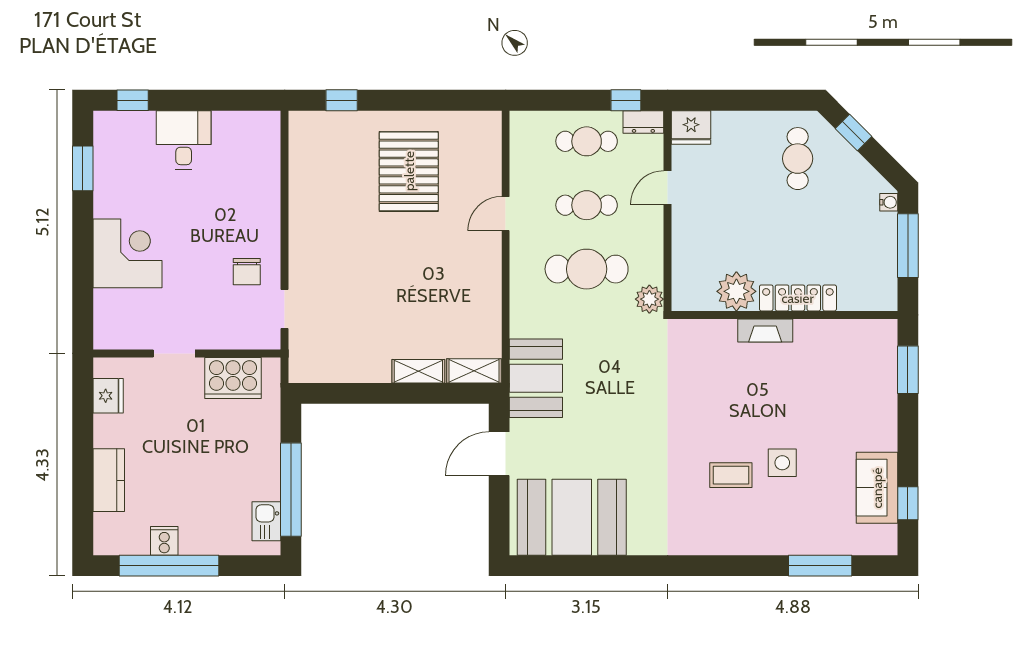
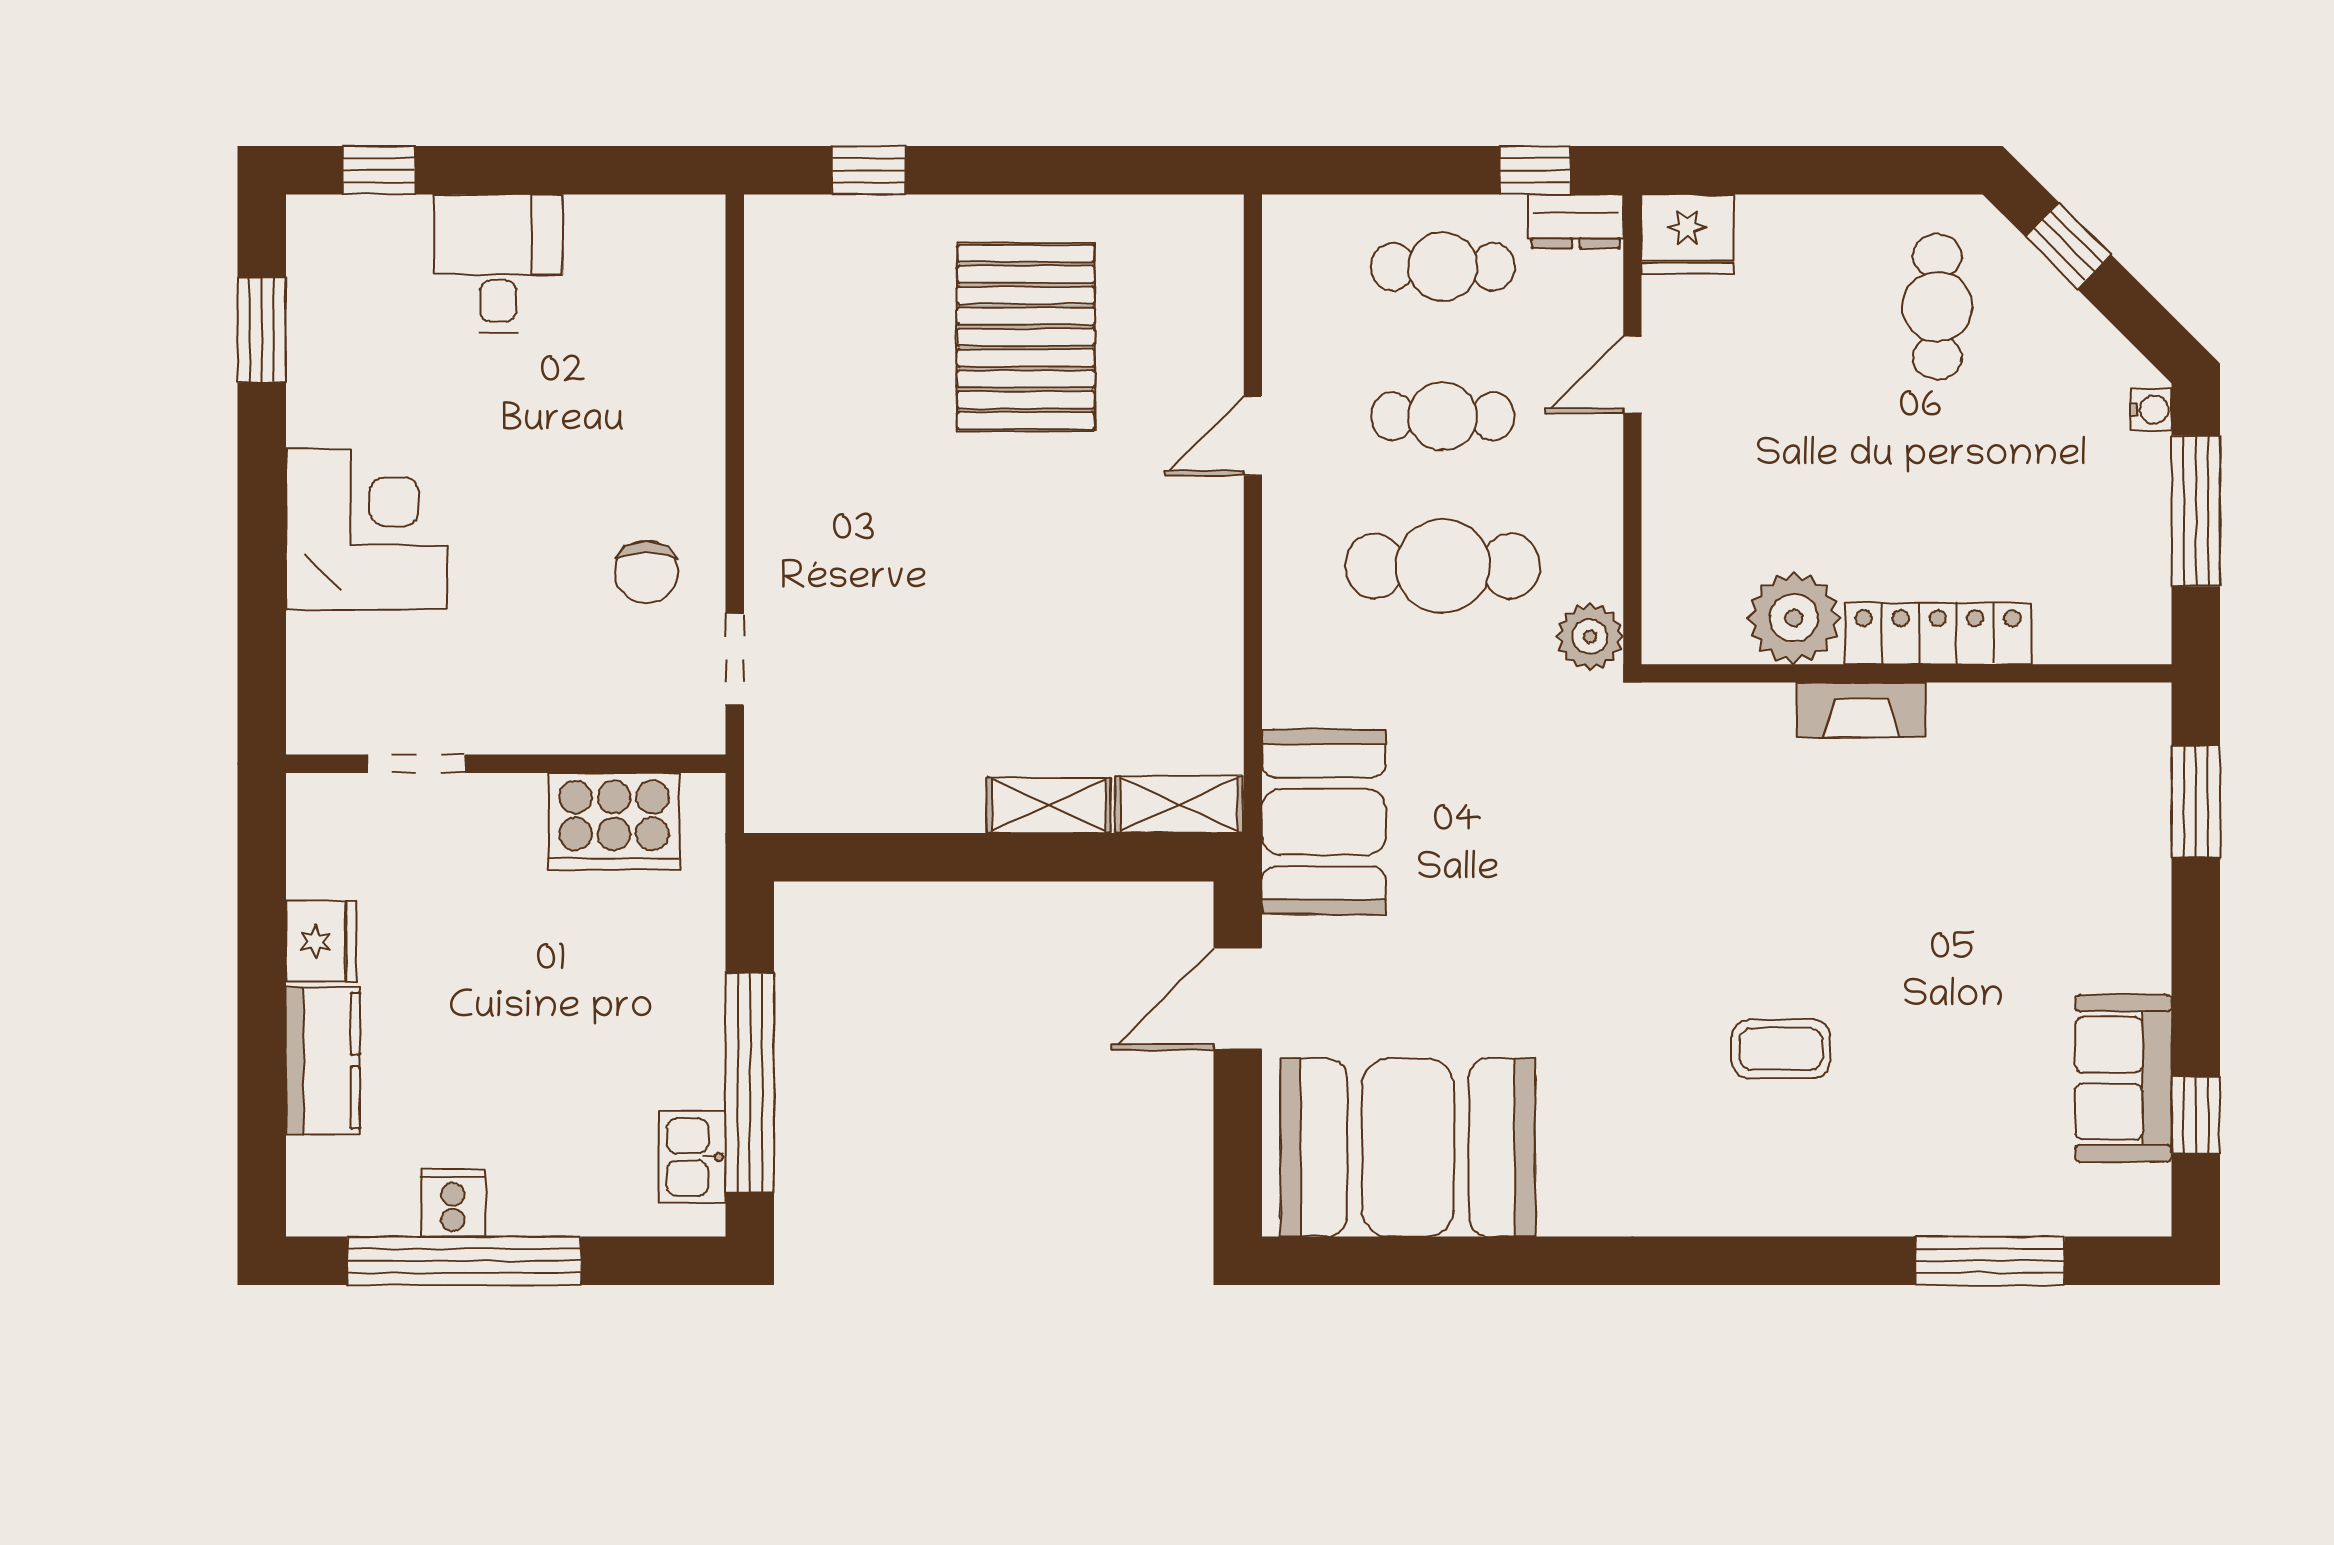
doorway: (174, 353) -> (416, 764), moved
fridge: (108, 396) -> (321, 941), moved
side table: (782, 463) -> (1901, 1020), removed

